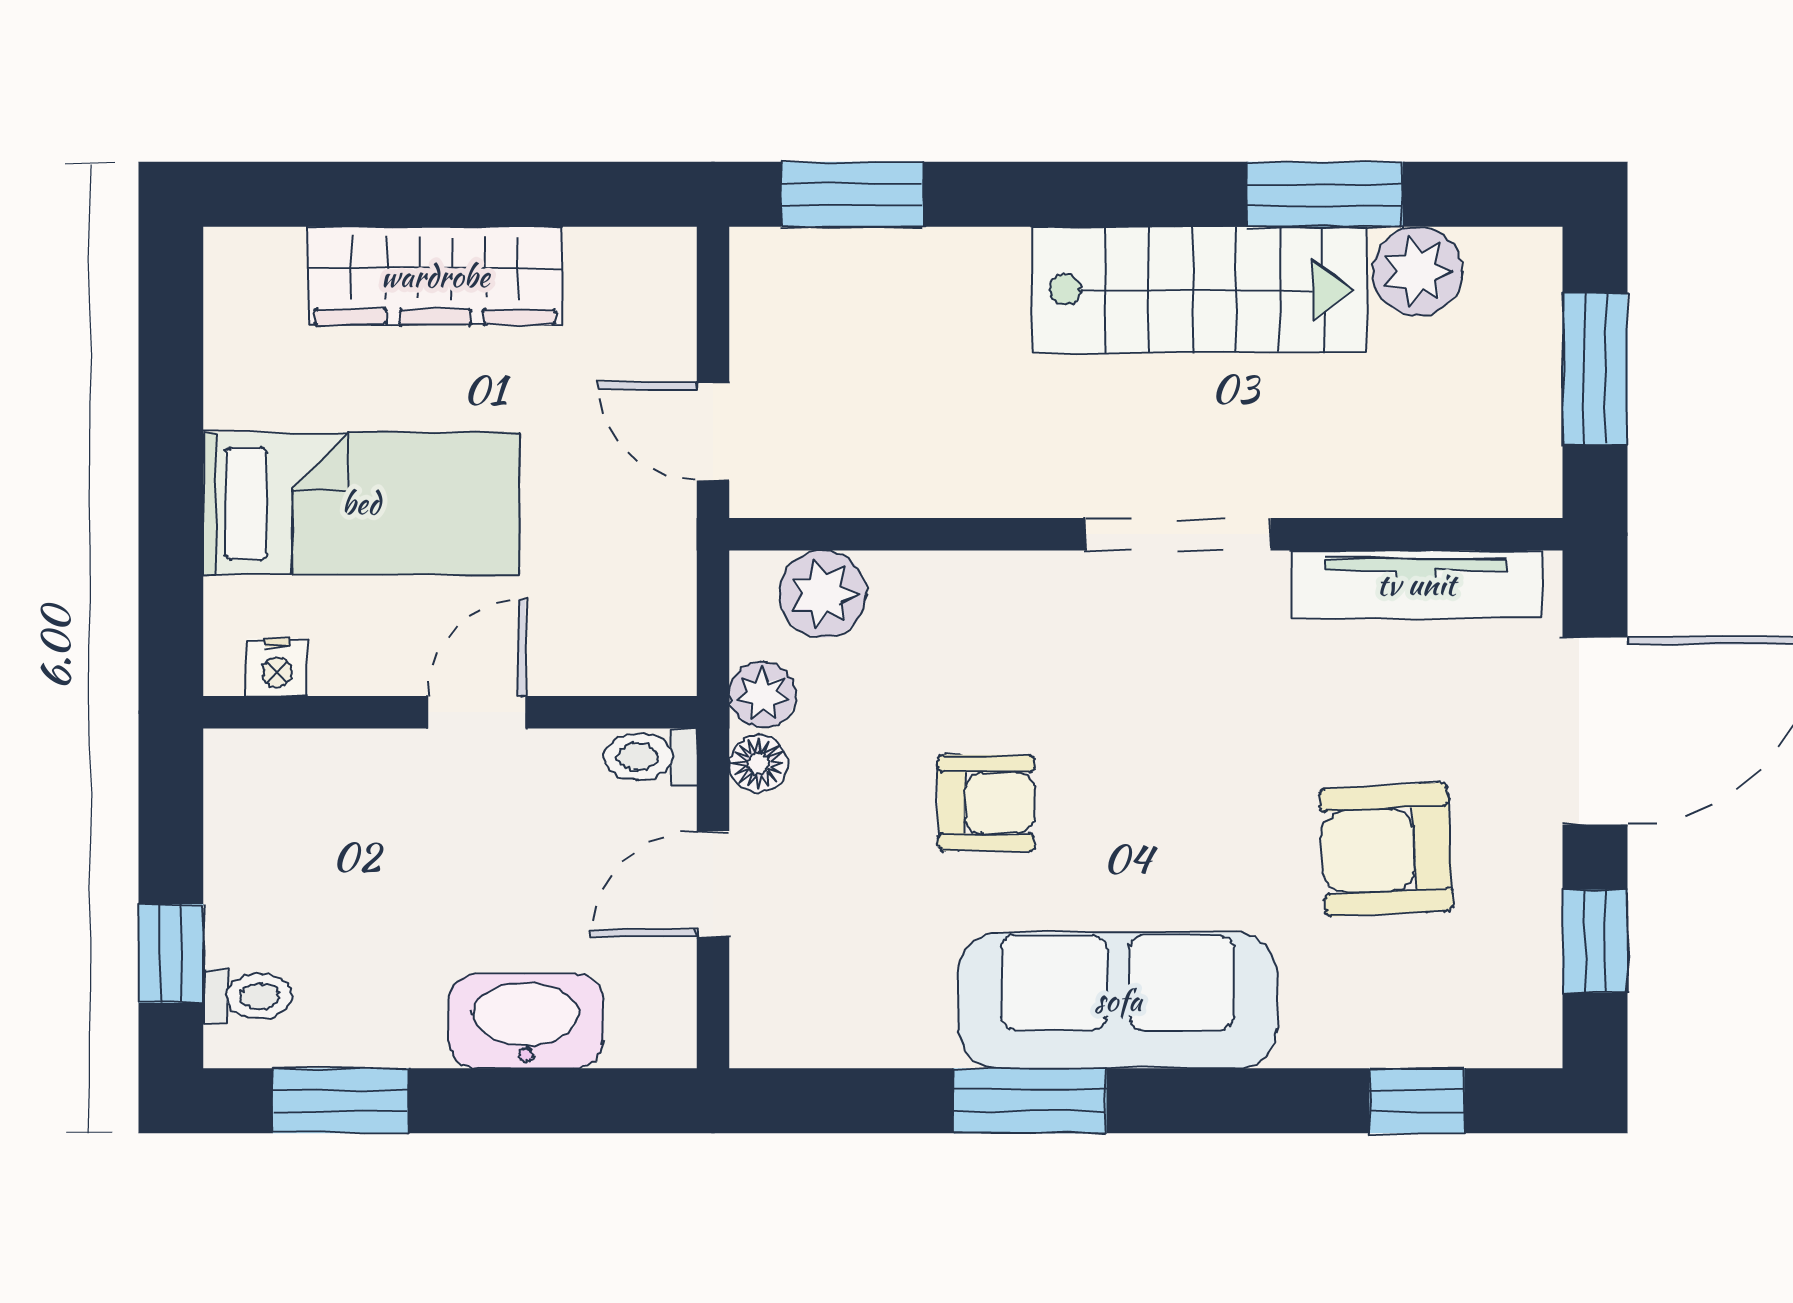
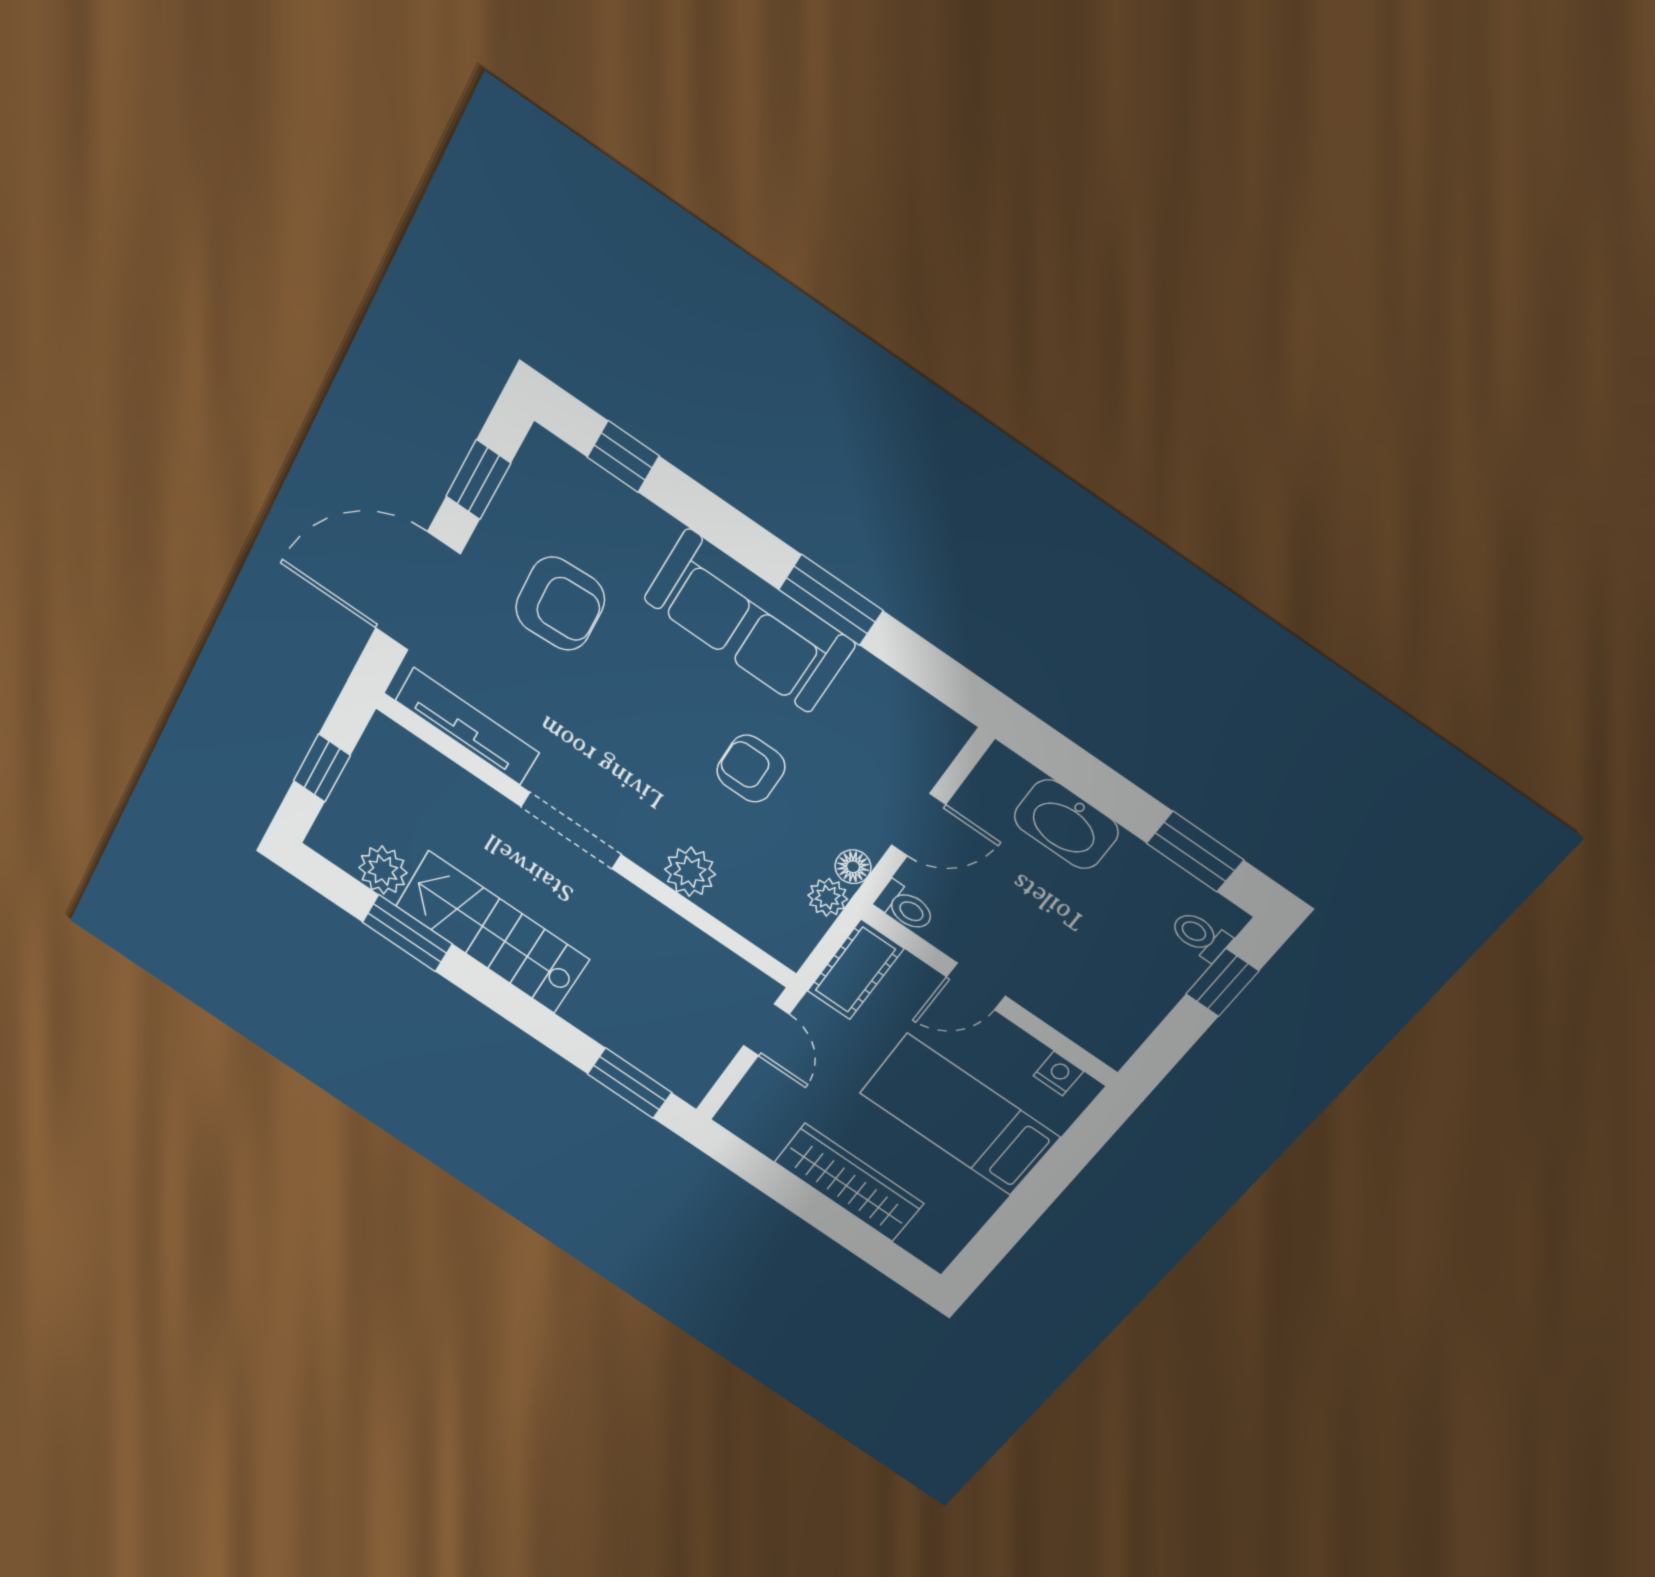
window: (1595, 369) -> (322, 768), width x0.67
plant: (823, 594) -> (690, 872), moved
cot: (653, 616) -> (855, 970), added

